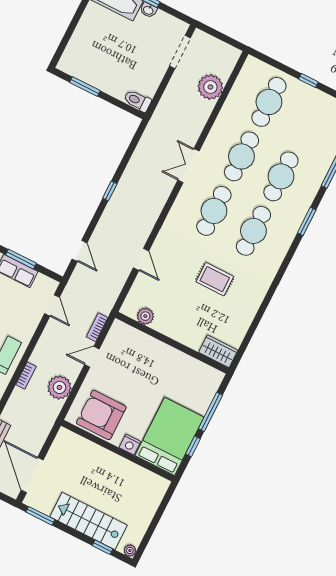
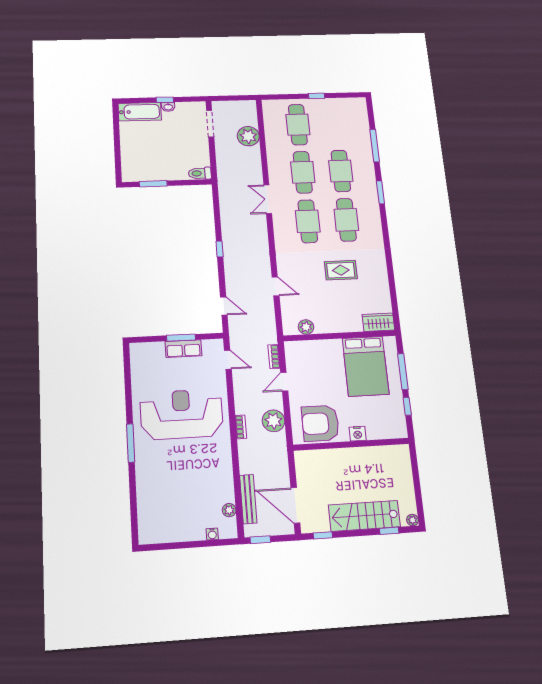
bed: (170, 436) -> (366, 366), moved, turned 180
window: (40, 516) -> (323, 535), width x0.67

